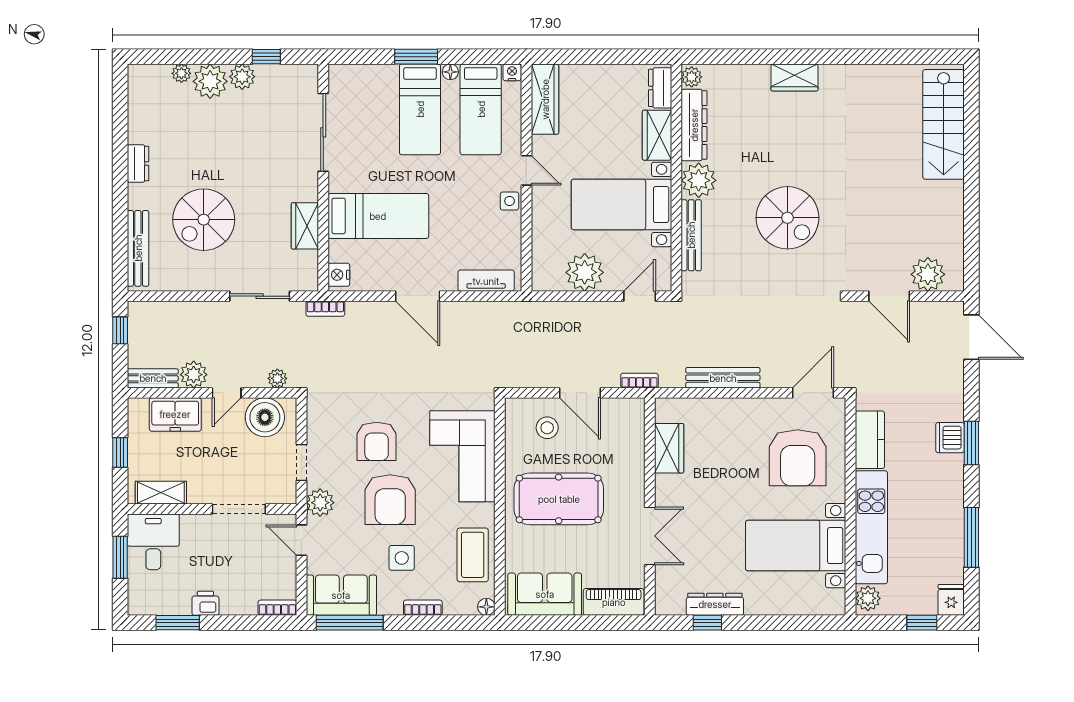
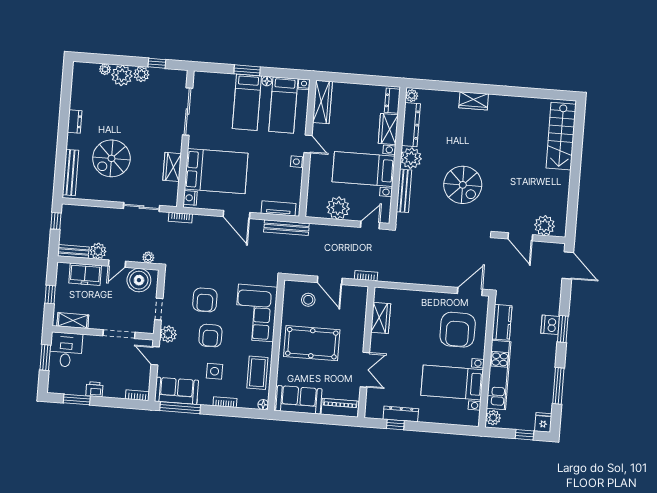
bed: (378, 216) -> (216, 171), width x1.50
bench: (723, 378) -> (286, 228), moved
armchair: (390, 500) -> (210, 336), width x0.73, depth x0.73

